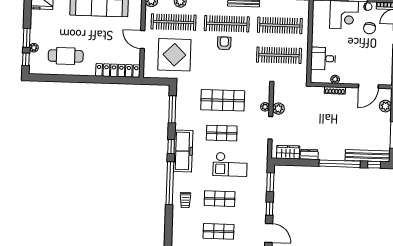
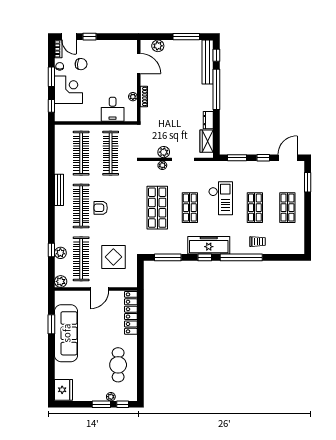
display table: (174, 55) -> (113, 257), width x0.73, depth x0.73

